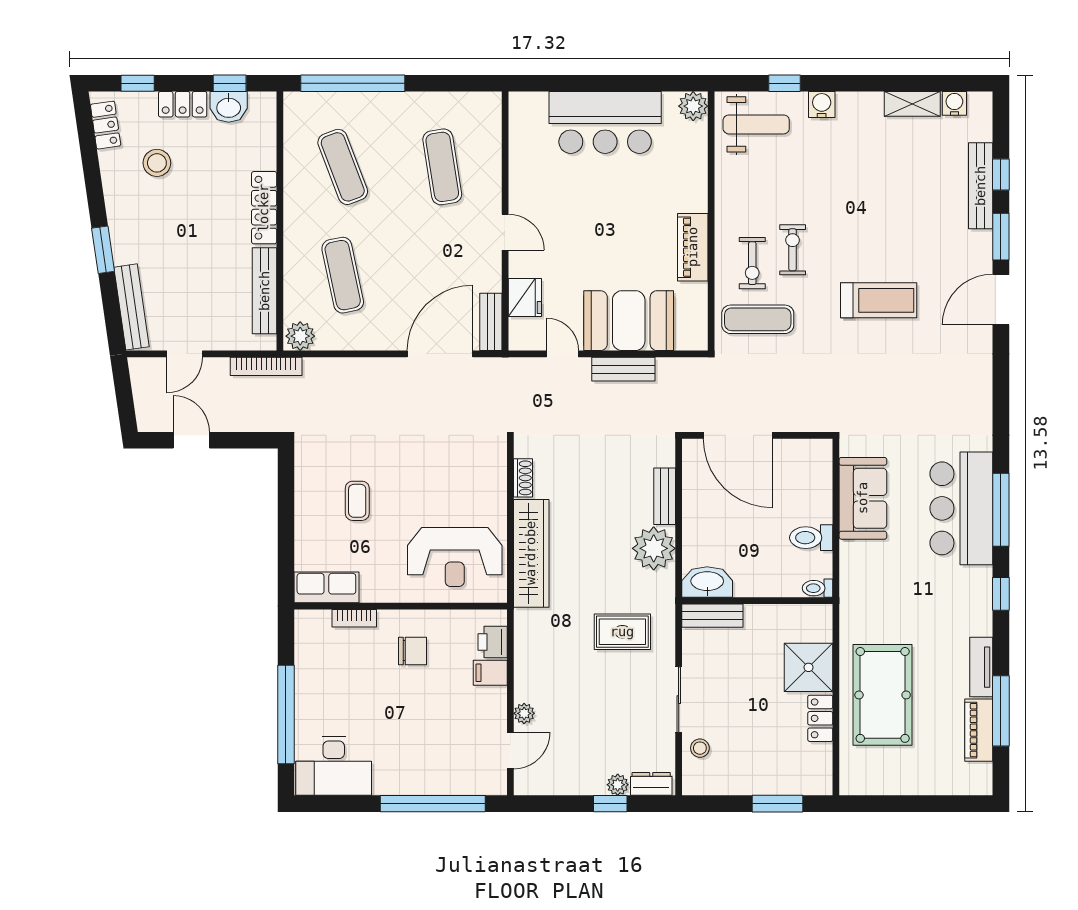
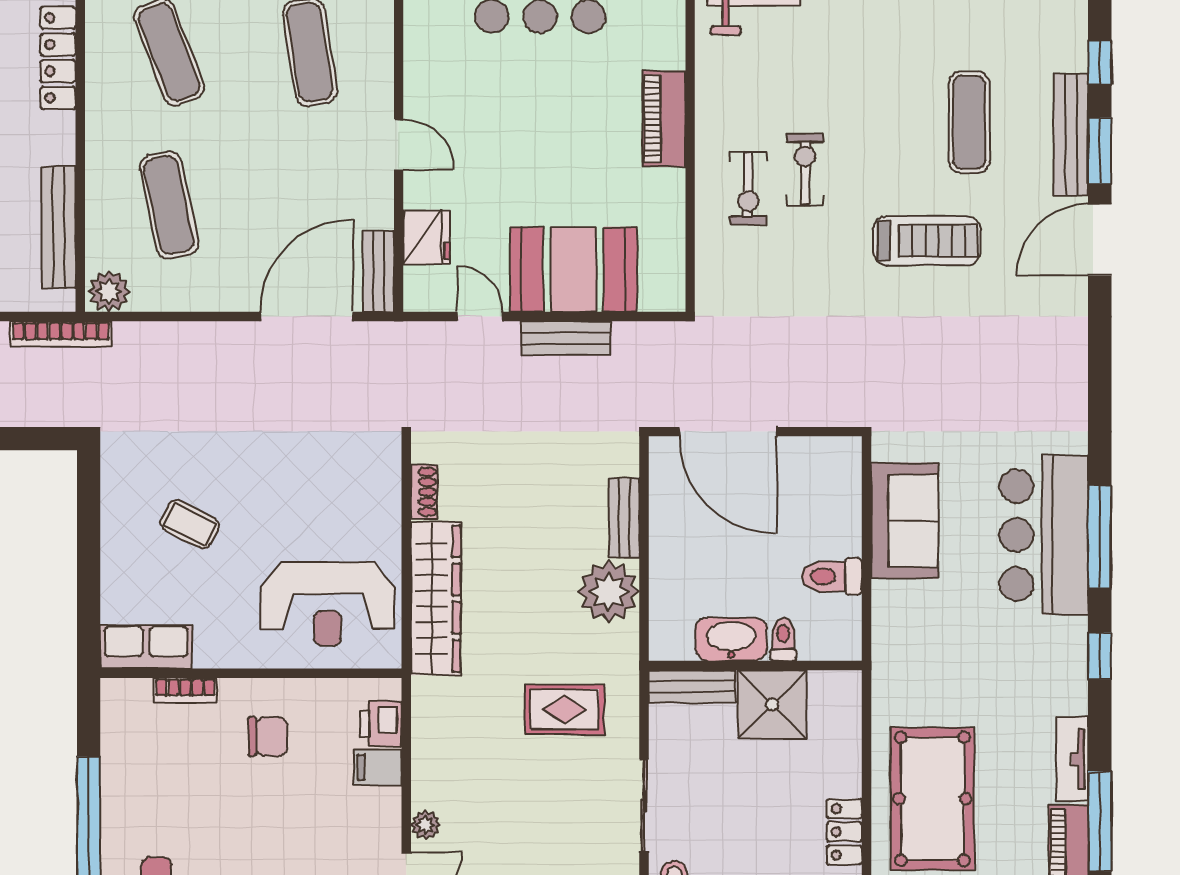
bench: (981, 186) -> (1071, 135), moved
locker: (264, 208) -> (58, 58), moved
piano: (693, 247) -> (664, 119), moved
exercise mat: (758, 319) -> (969, 122), moved, turned 90
coffee table: (357, 501) -> (190, 524), turned -63
washbasin: (707, 582) -> (731, 639), moved
toilet: (818, 588) -> (783, 640), moved, turned 90
shower: (809, 667) -> (772, 704), moved

